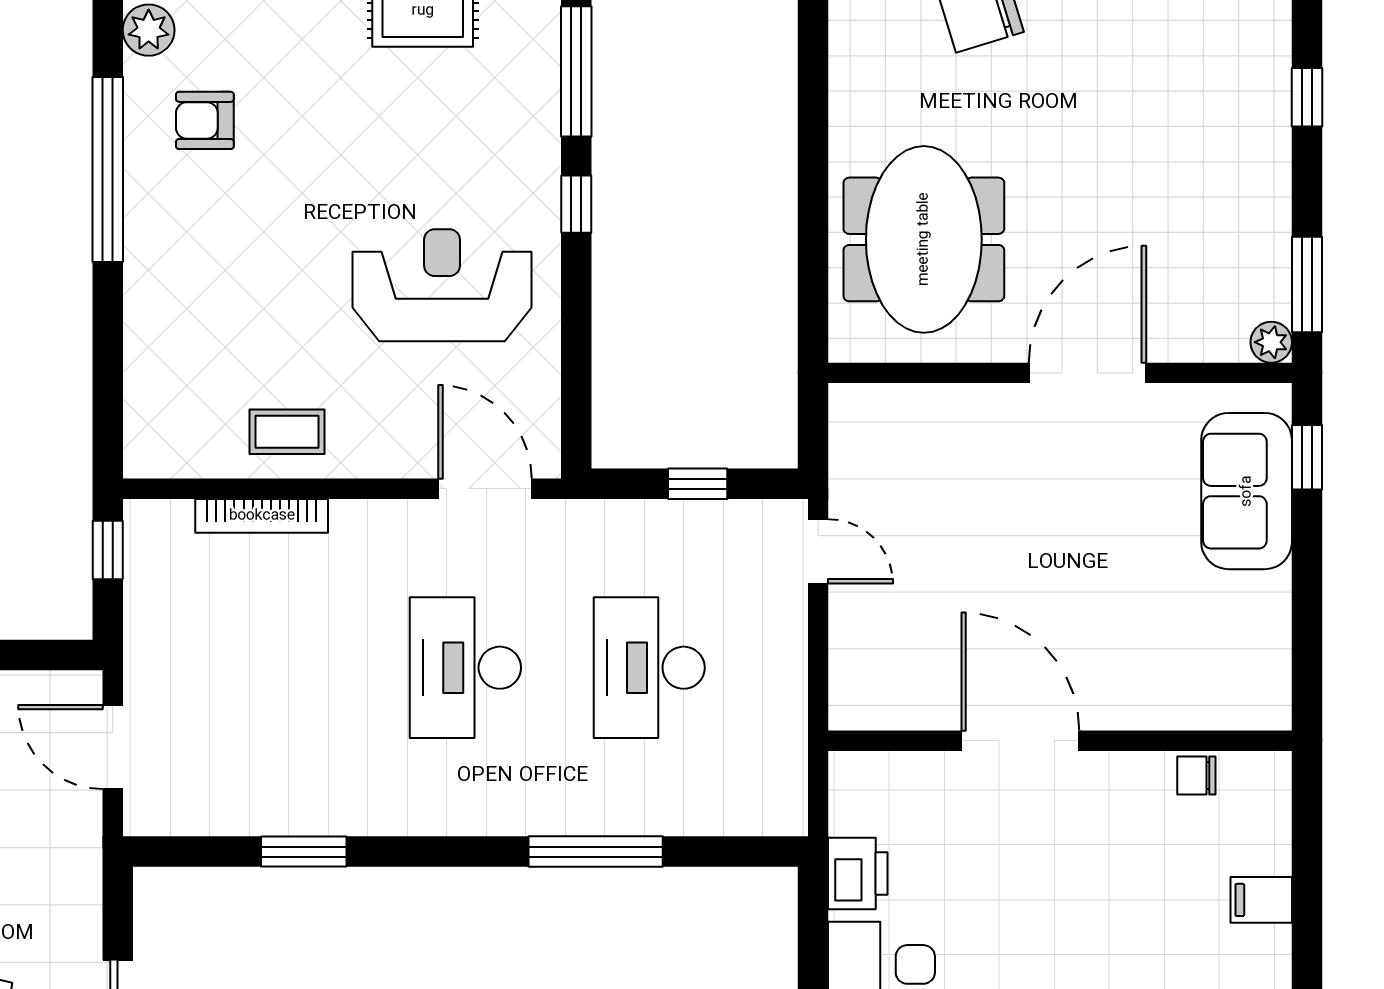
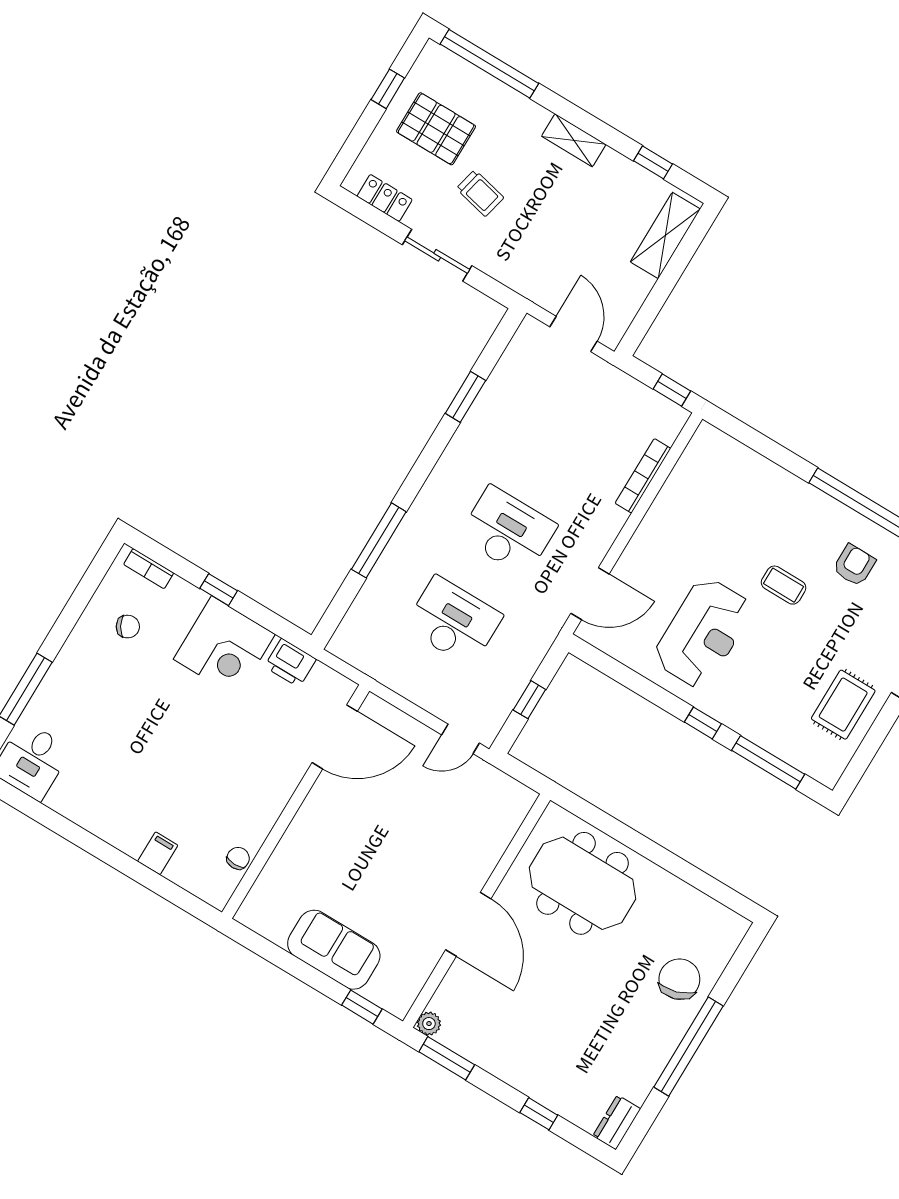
coffee table: (287, 432) -> (784, 585), moved, turned 90
sofa: (1247, 491) -> (334, 950), moved
door: (1020, 741) -> (335, 737), moved
door: (113, 747) -> (573, 334), hinge flipped

